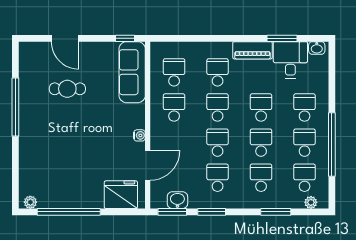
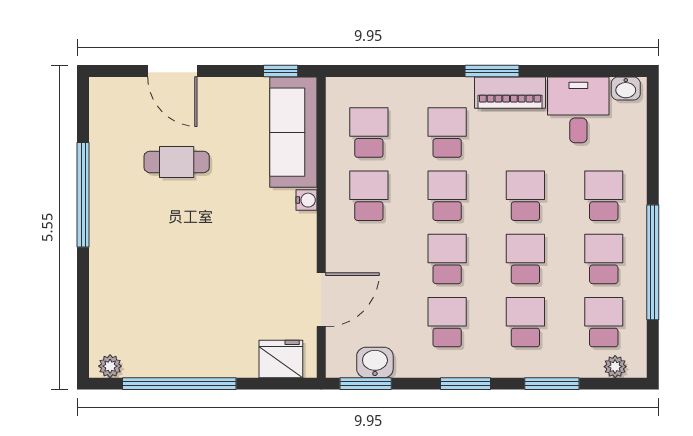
window: (282, 38) -> (492, 71), moved
water cooler: (139, 135) -> (306, 200), moved
fridge: (121, 195) -> (281, 359), width x0.73, depth x0.75
window: (212, 212) -> (466, 384), moved

